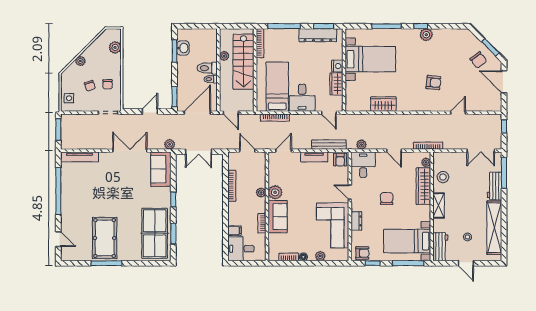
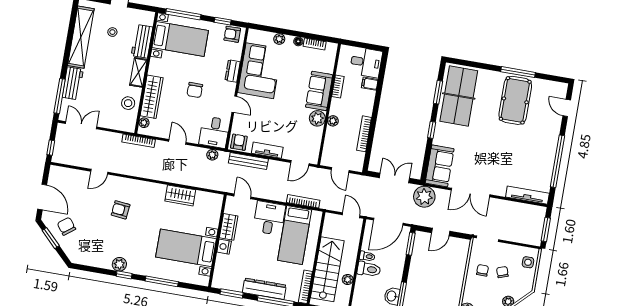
dresser: (318, 35) -> (264, 289), moved
plant: (170, 144) -> (424, 197), width x1.87, depth x1.87
workbench: (440, 247) -> (142, 41), moved

